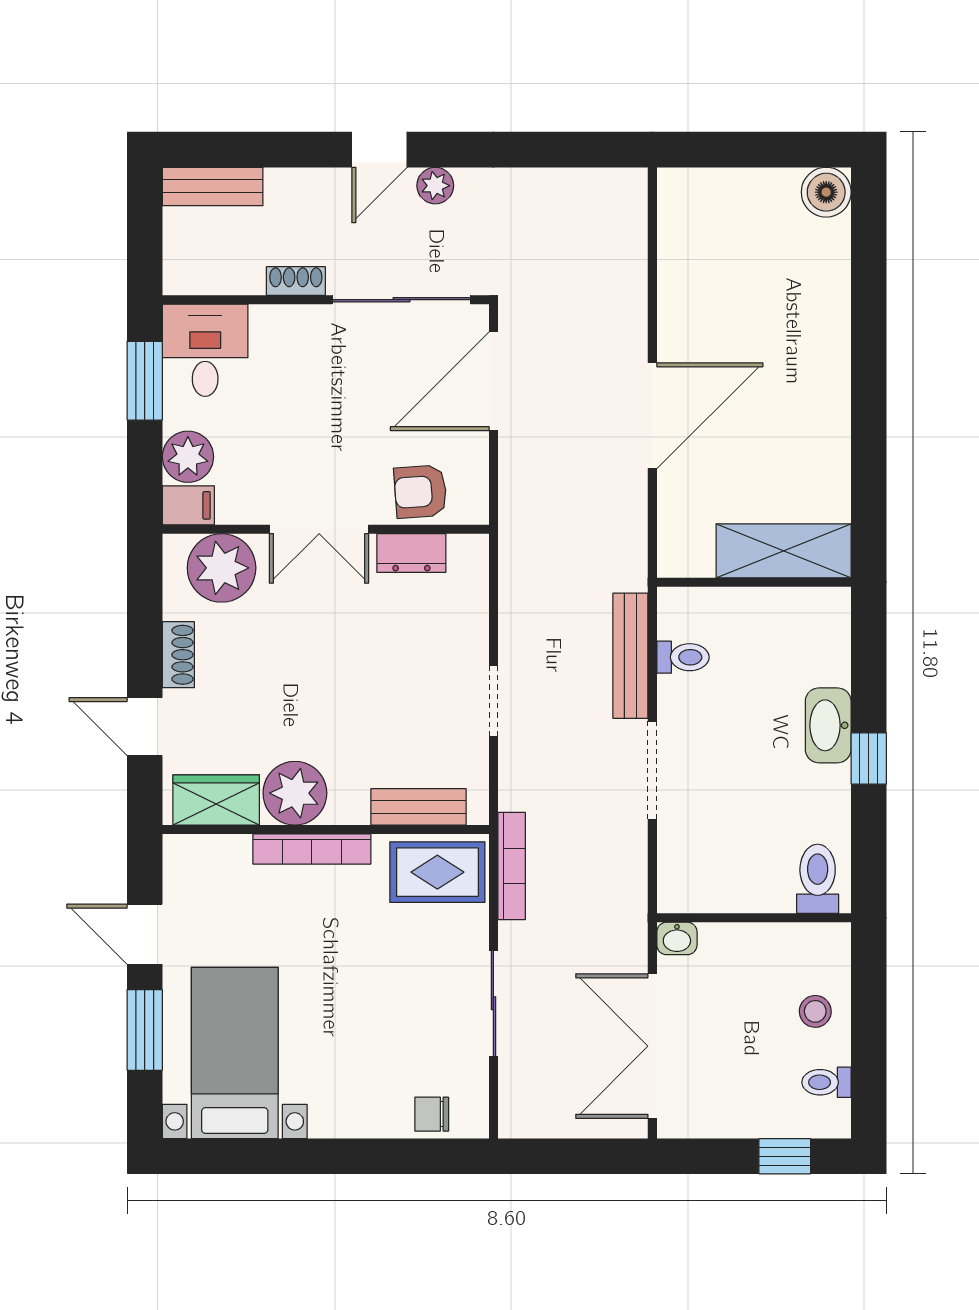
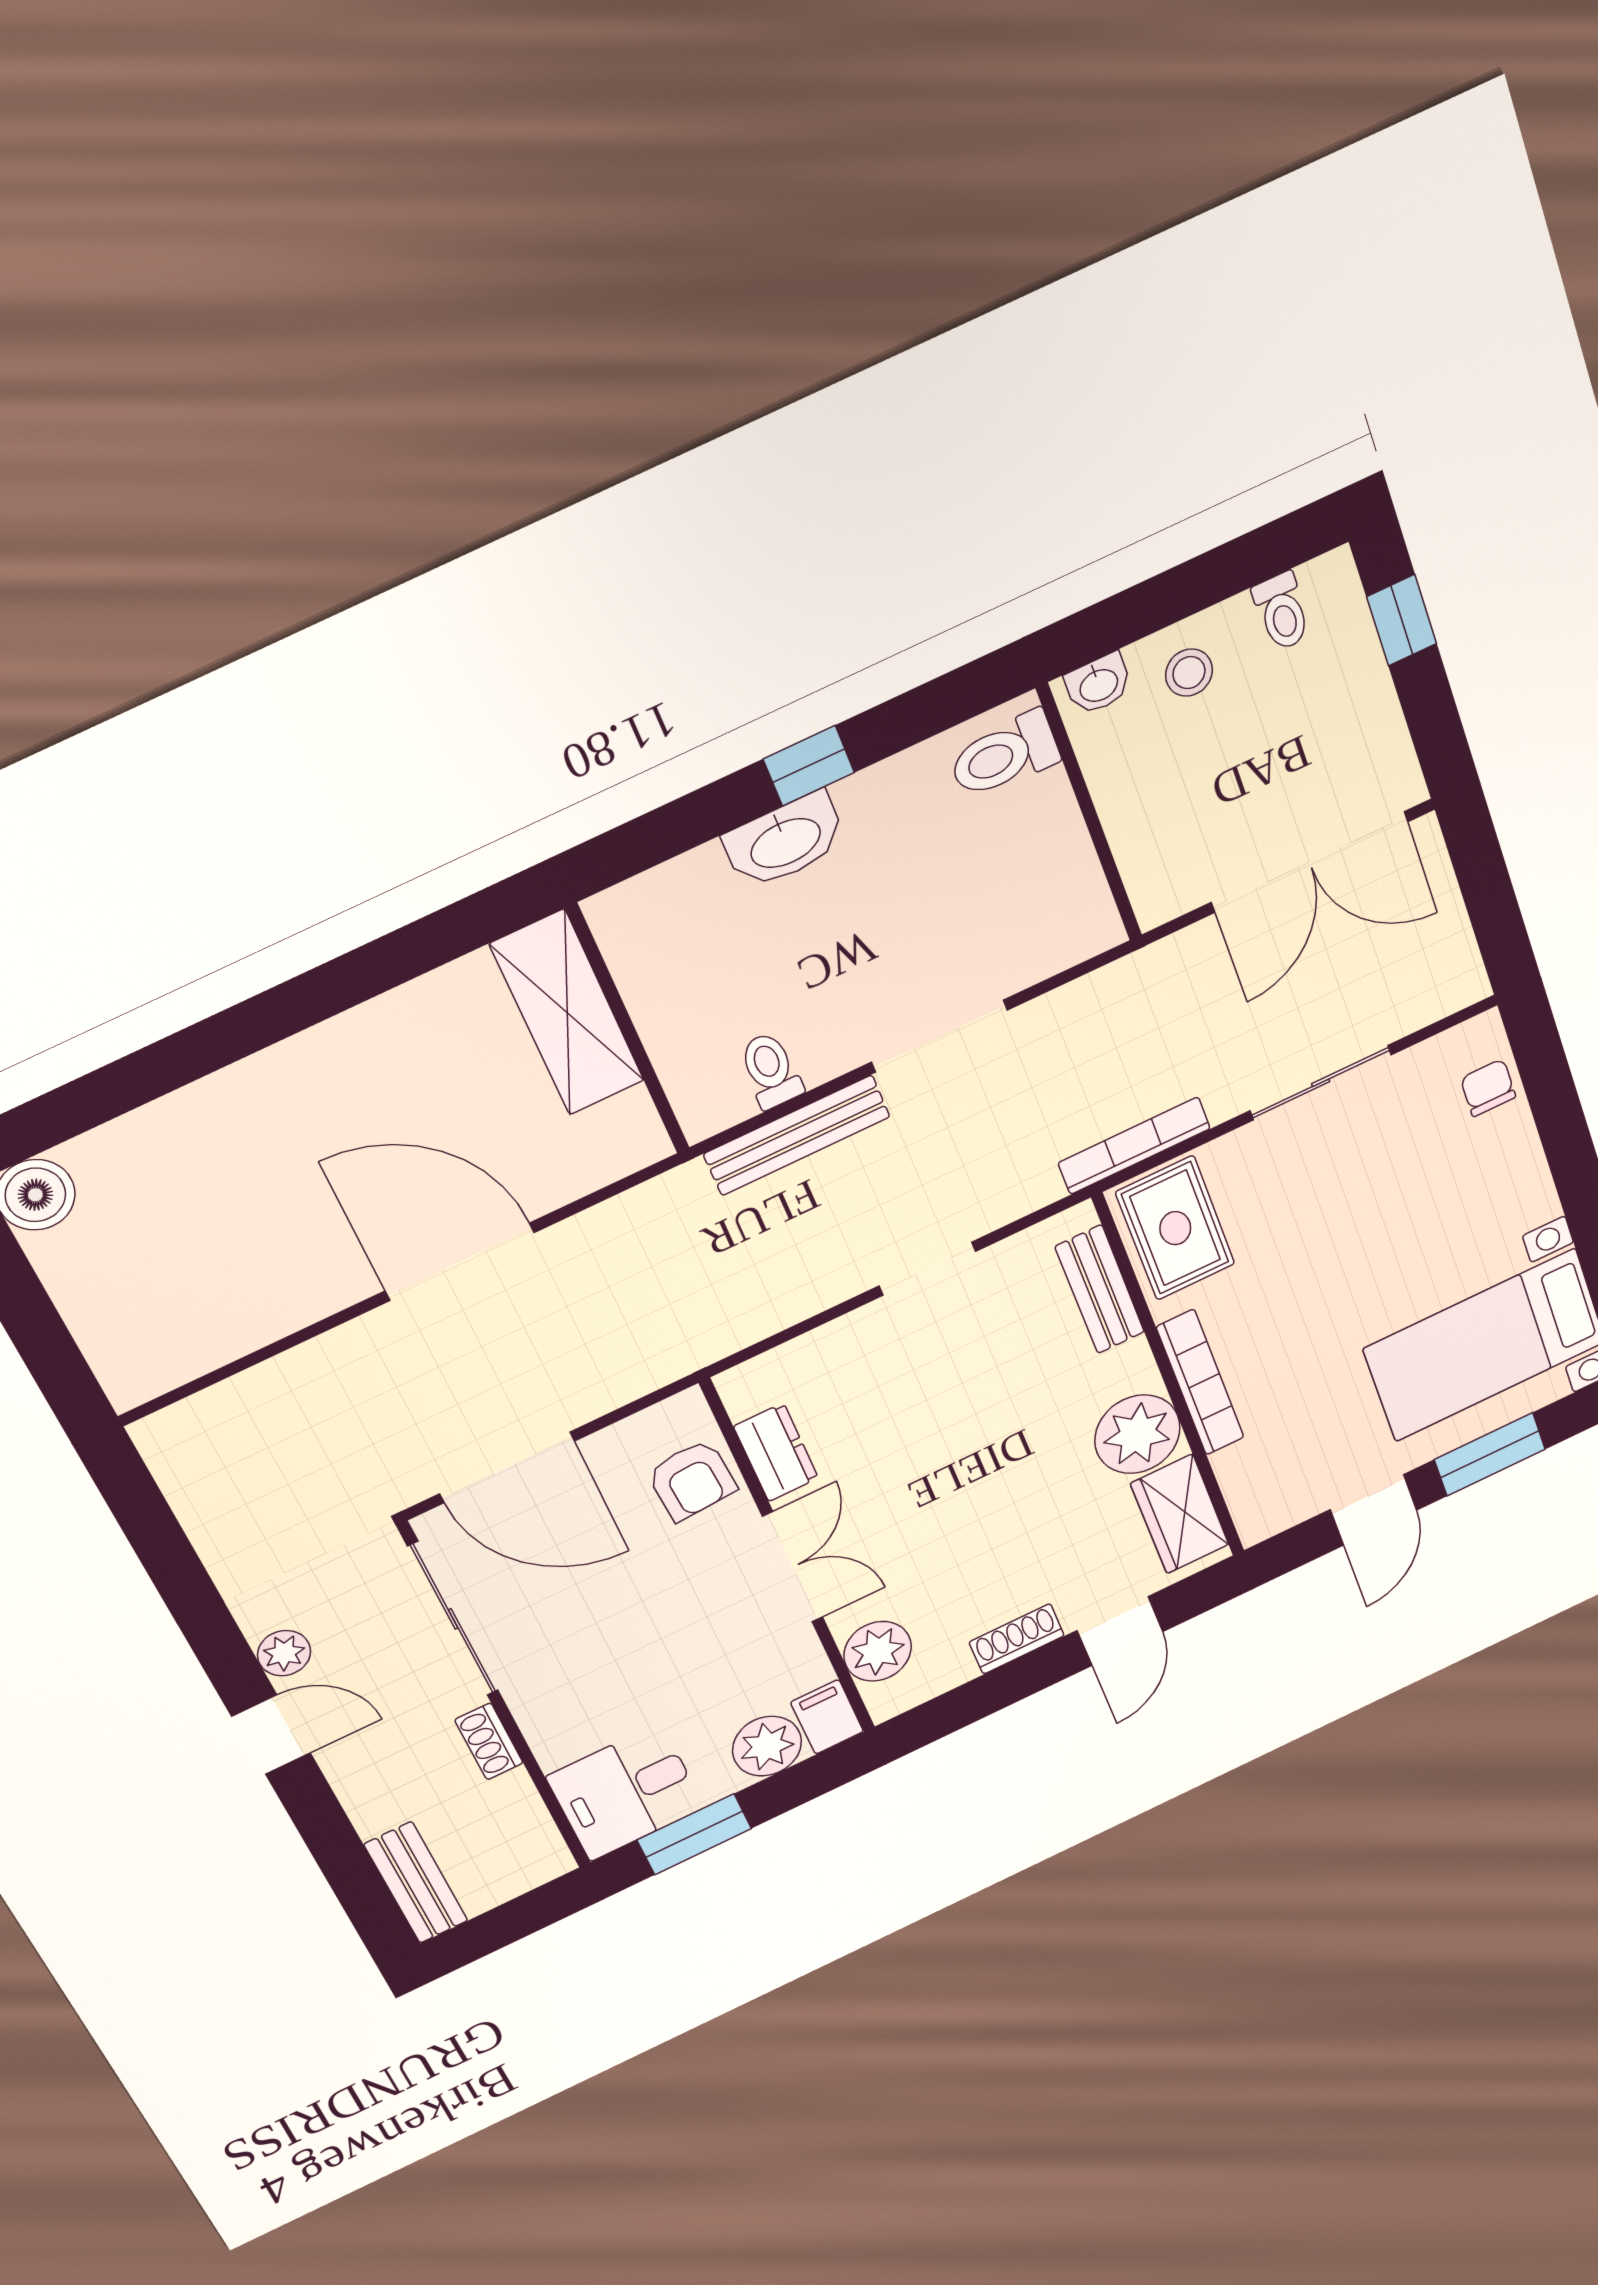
plant: (222, 568) -> (878, 1651), width x0.73, depth x0.73
washbasin: (677, 938) -> (1098, 684), moved, turned 90
chair: (432, 1114) -> (1488, 1088), turned 180

